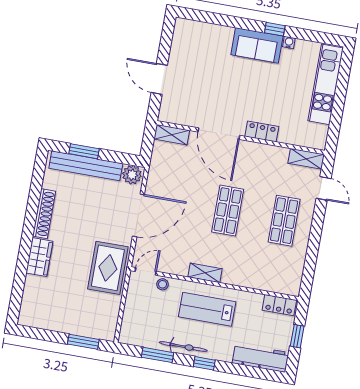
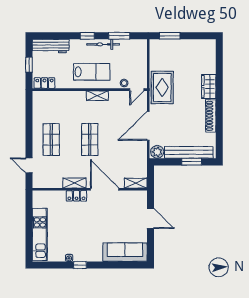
sofa: (257, 45) -> (125, 252), moved, width x1.36
shelving: (306, 159) -> (74, 183), moved

